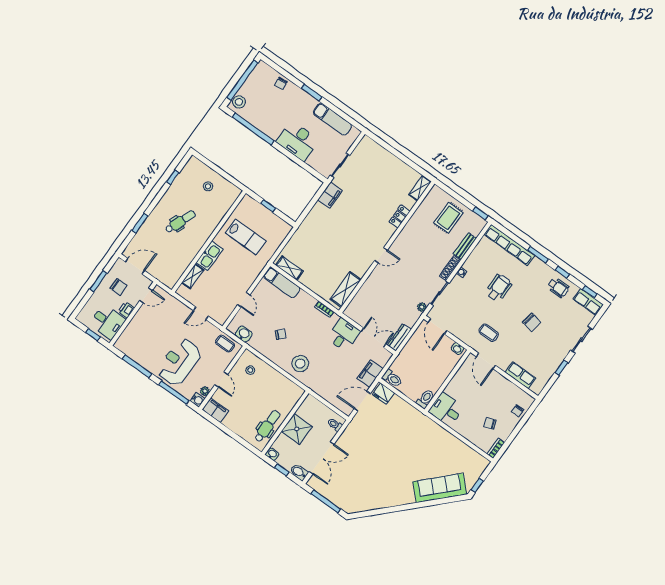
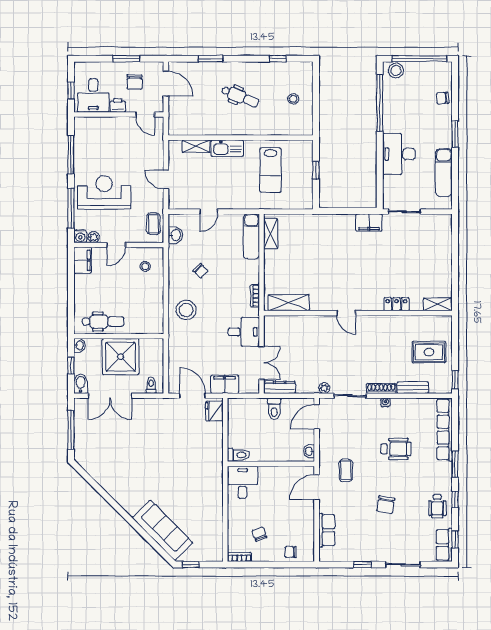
toilet: (392, 378) -> (274, 409), moved
shower: (297, 429) -> (121, 357), width x1.37, depth x1.37

